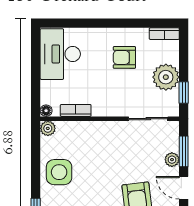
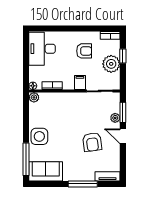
armchair: (124, 57) -> (84, 51), turned 180
window: (184, 92) -> (123, 56), moved
filing cabinet: (118, 106) -> (80, 82), added
side table: (59, 172) -> (39, 136), moved

